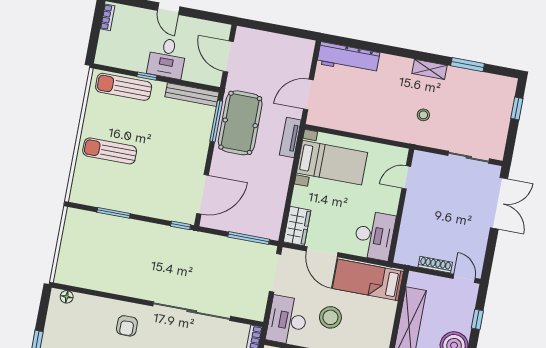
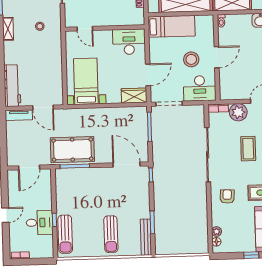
desk: (167, 58) -> (40, 223), moved
bench: (192, 95) -> (146, 237), moved
tv unit: (290, 137) -> (19, 115), moved
bed: (368, 280) -> (172, 26), moved, turned -90
plant: (81, 300) -> (217, 231), added
armchair: (127, 326) -> (227, 196), turned -87

